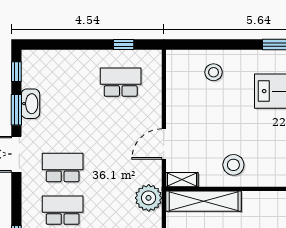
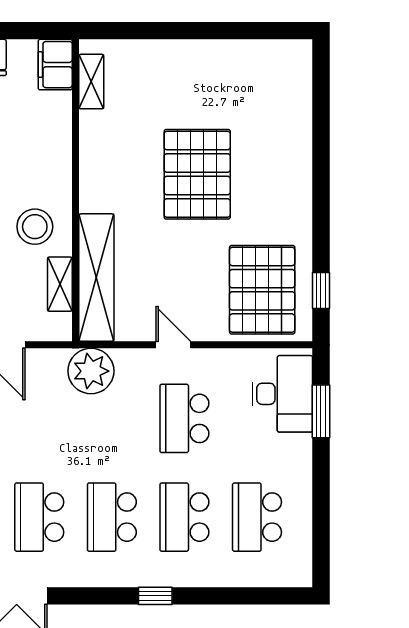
shelving: (182, 180) -> (60, 284), moved

